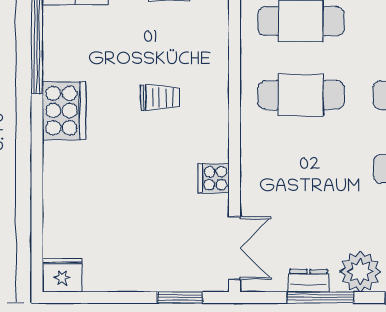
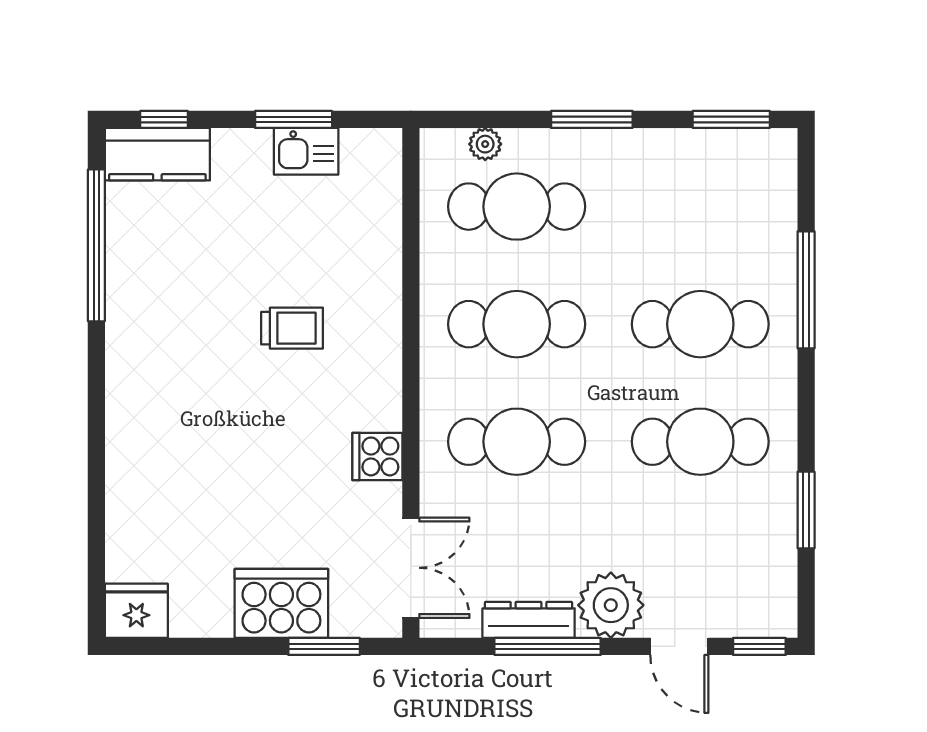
cooker: (64, 111) -> (281, 603), moved, turned -90
cafe table: (301, 169) -> (517, 442), added
dresser: (308, 281) -> (529, 620), width x1.44

